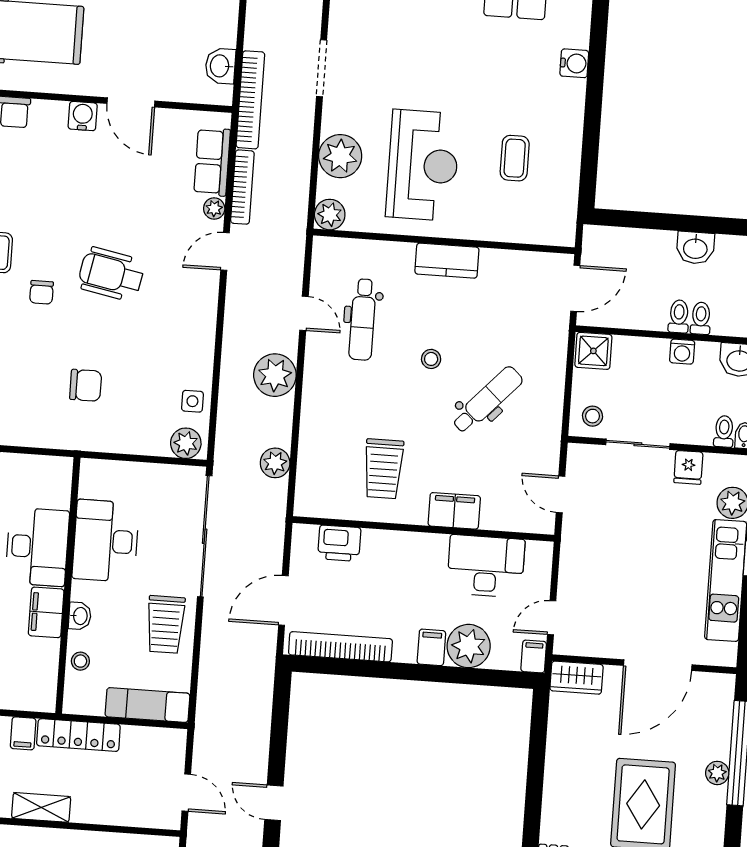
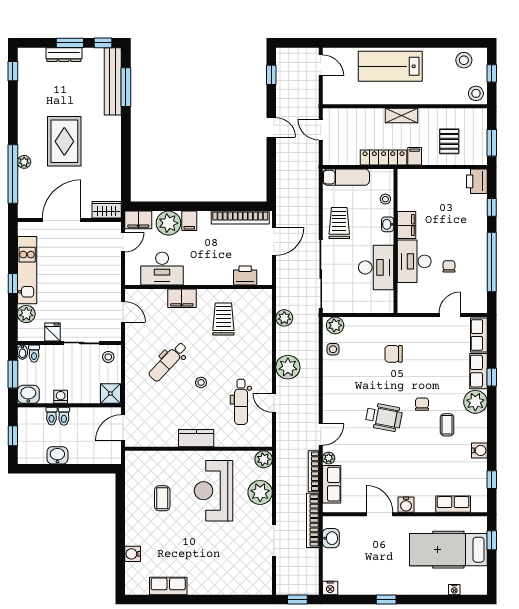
dental chair: (363, 319) -> (241, 402), turned 180
filing cabinet: (534, 656) -> (138, 220), width x2.00

